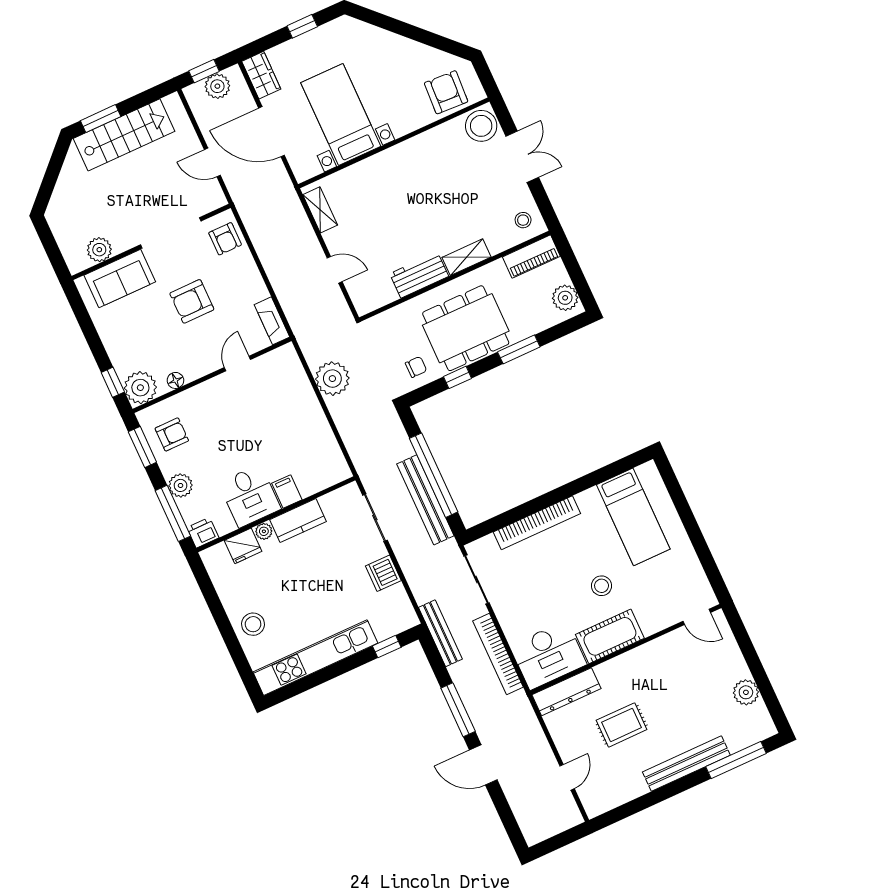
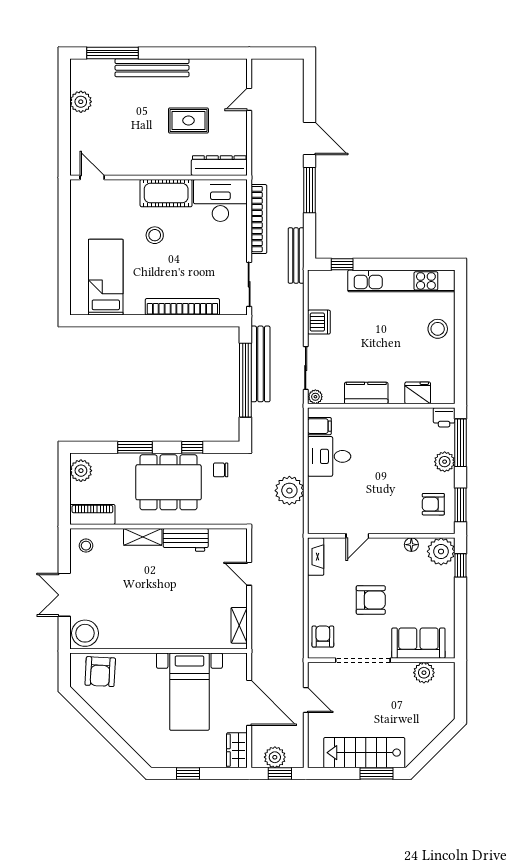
filing cabinet: (287, 491) -> (319, 426), moved, turned -90
desk: (250, 496) -> (329, 456), moved, turned -90
plant: (264, 531) -> (315, 397), moved

